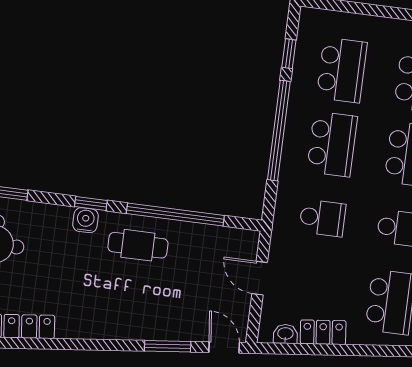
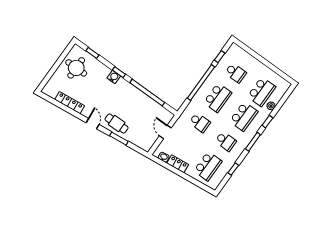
school desk: (342, 70) -> (236, 73), width x0.54
cafe table: (138, 245) -> (117, 124), moved
door: (224, 347) -> (93, 124), moved

